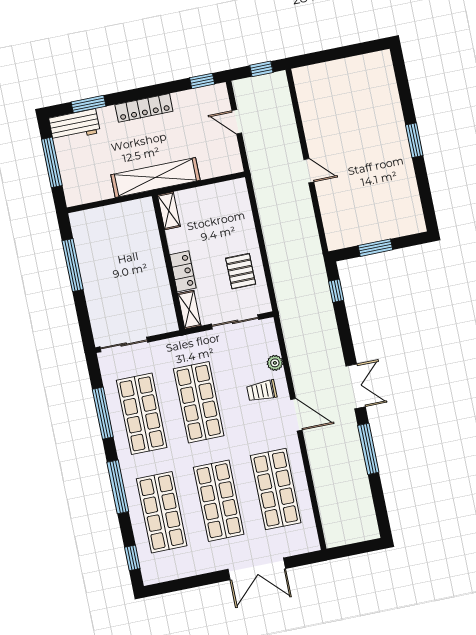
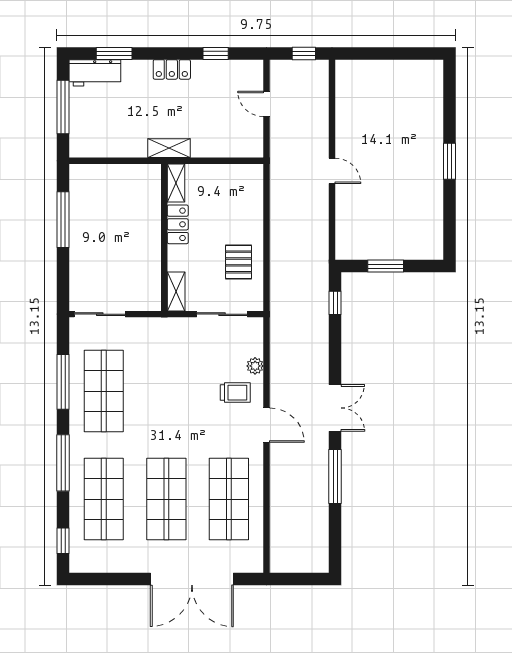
window: (202, 81) -> (216, 53), moved
locker: (144, 108) -> (172, 69), width x0.66
shelving: (155, 177) -> (169, 148), width x0.45, depth x0.75
locker: (183, 271) -> (178, 224), moved
trolley: (262, 391) -> (235, 393), turned 180
shop shelf: (199, 402) -> (166, 391), removed
double door: (257, 569) -> (192, 579), width x1.36

